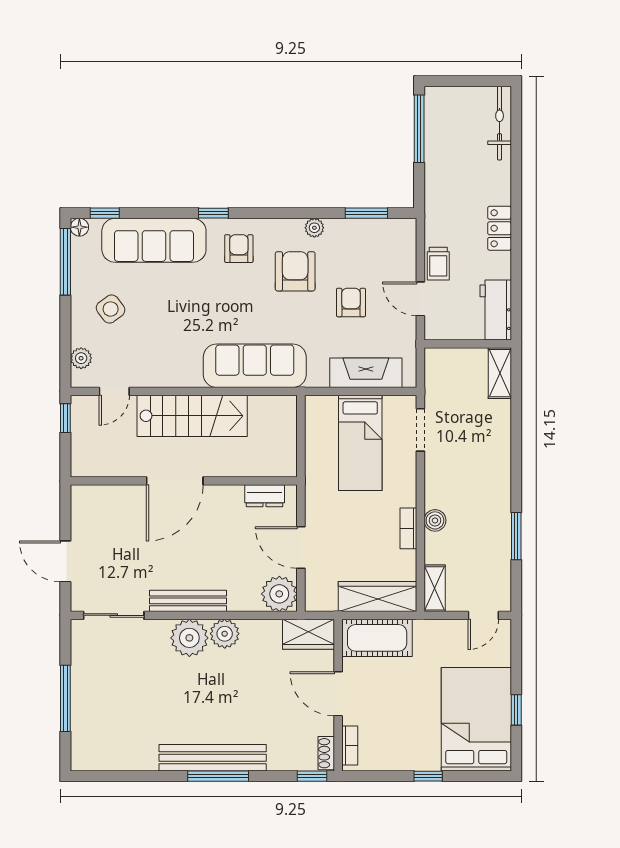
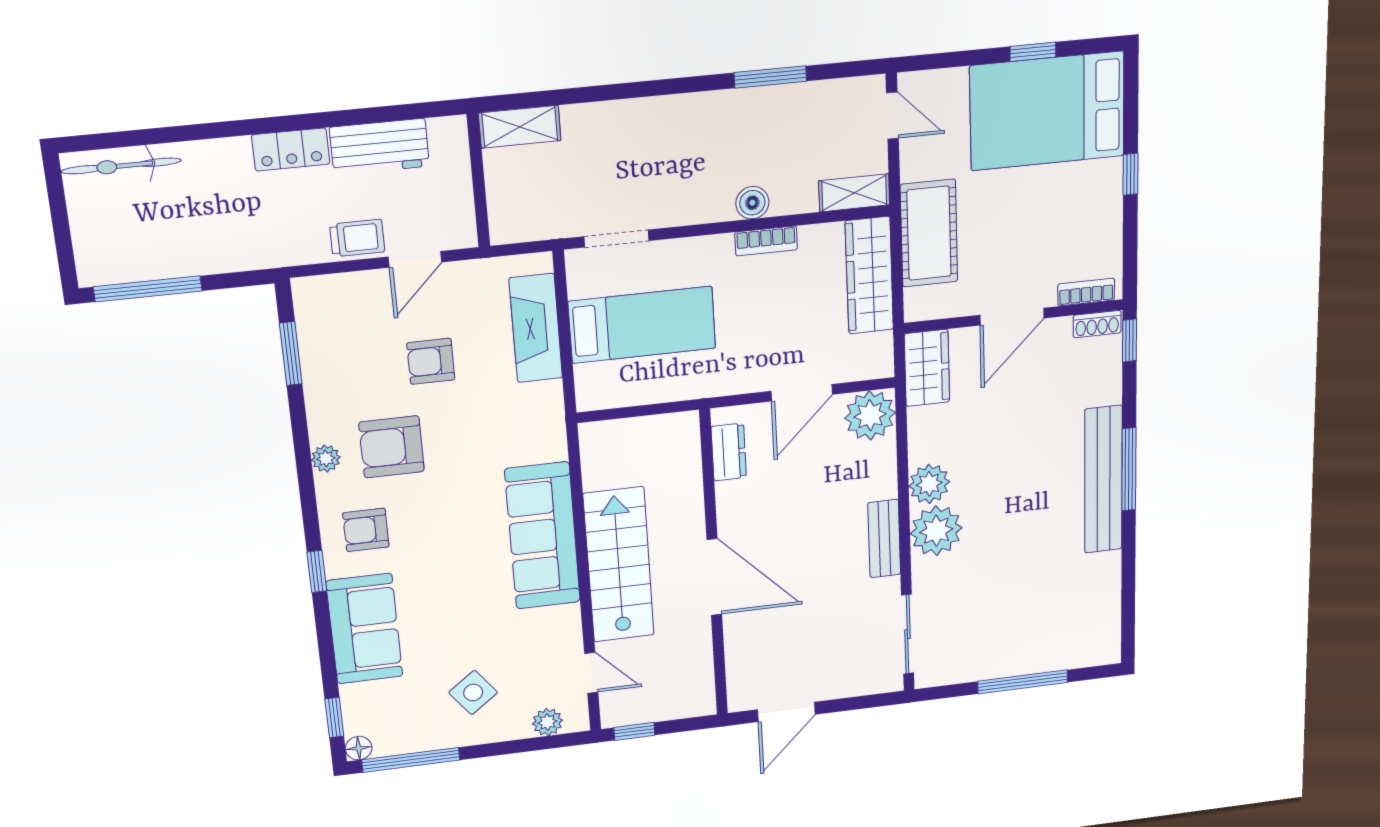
plant: (314, 228) -> (326, 459), moved
sofa: (154, 240) -> (364, 629), width x0.73
workbench: (496, 310) -> (379, 147), moved
sofa: (255, 366) -> (543, 536), moved
door: (65, 561) -> (786, 712), moved
bench: (188, 601) -> (884, 539), width x0.73
cot: (377, 638) -> (929, 233), moved

